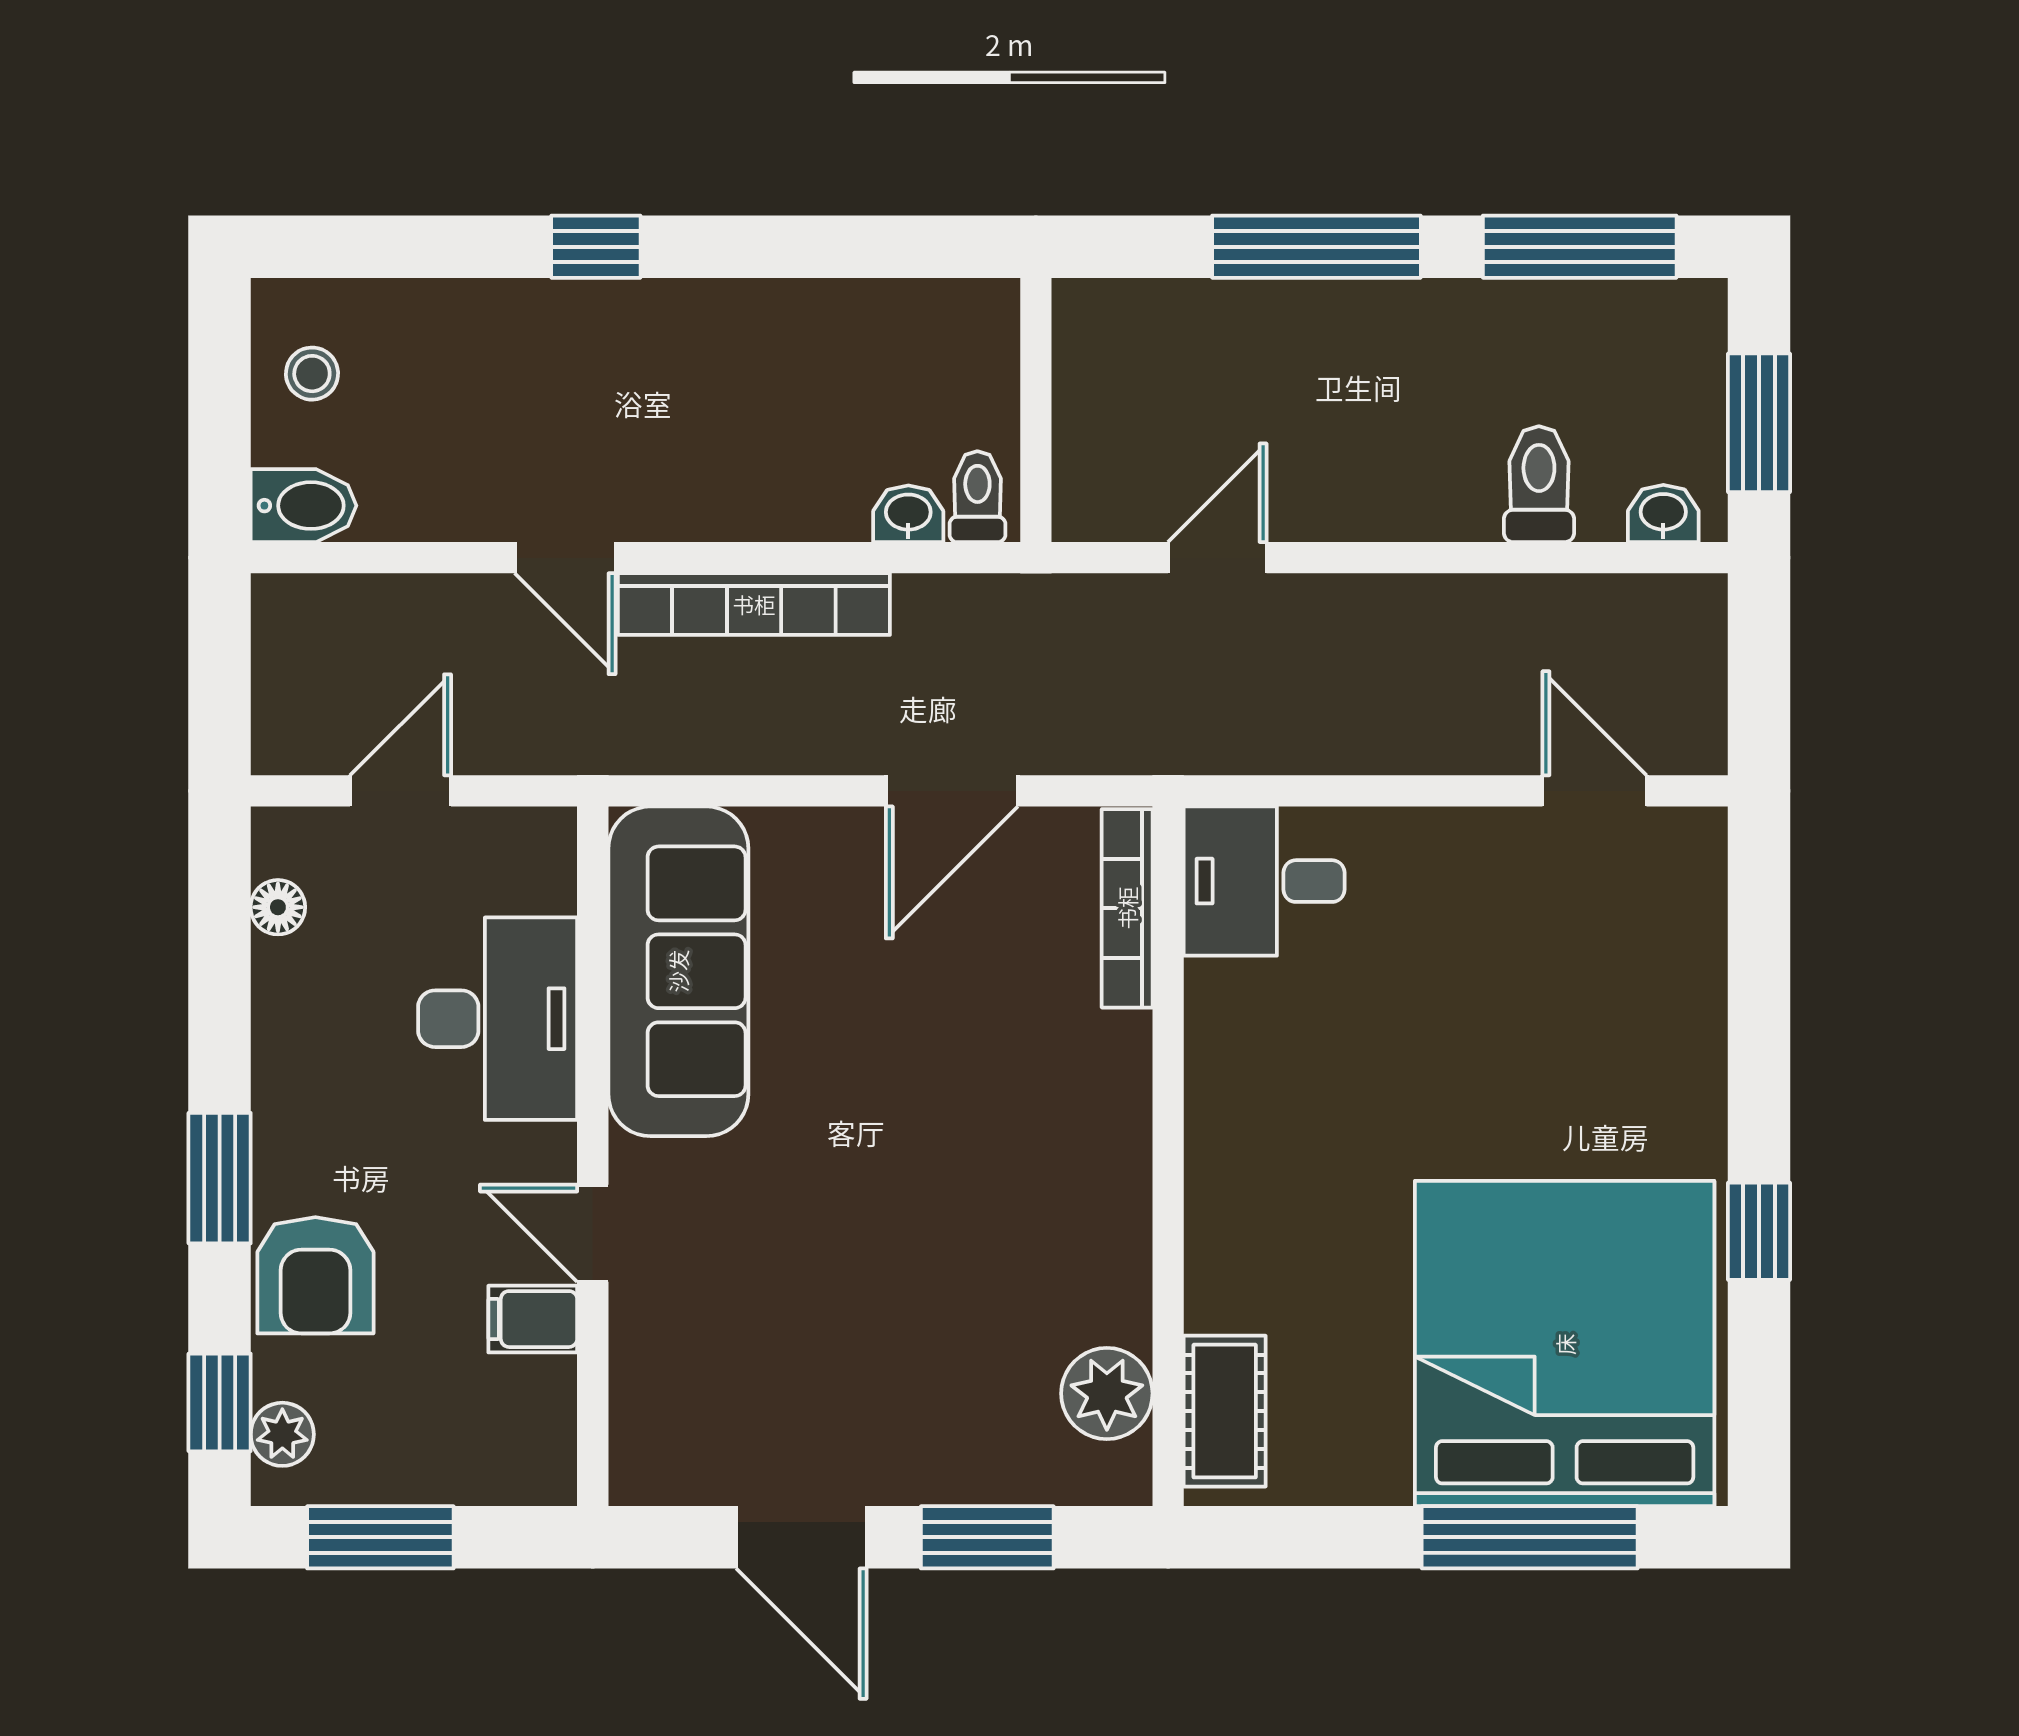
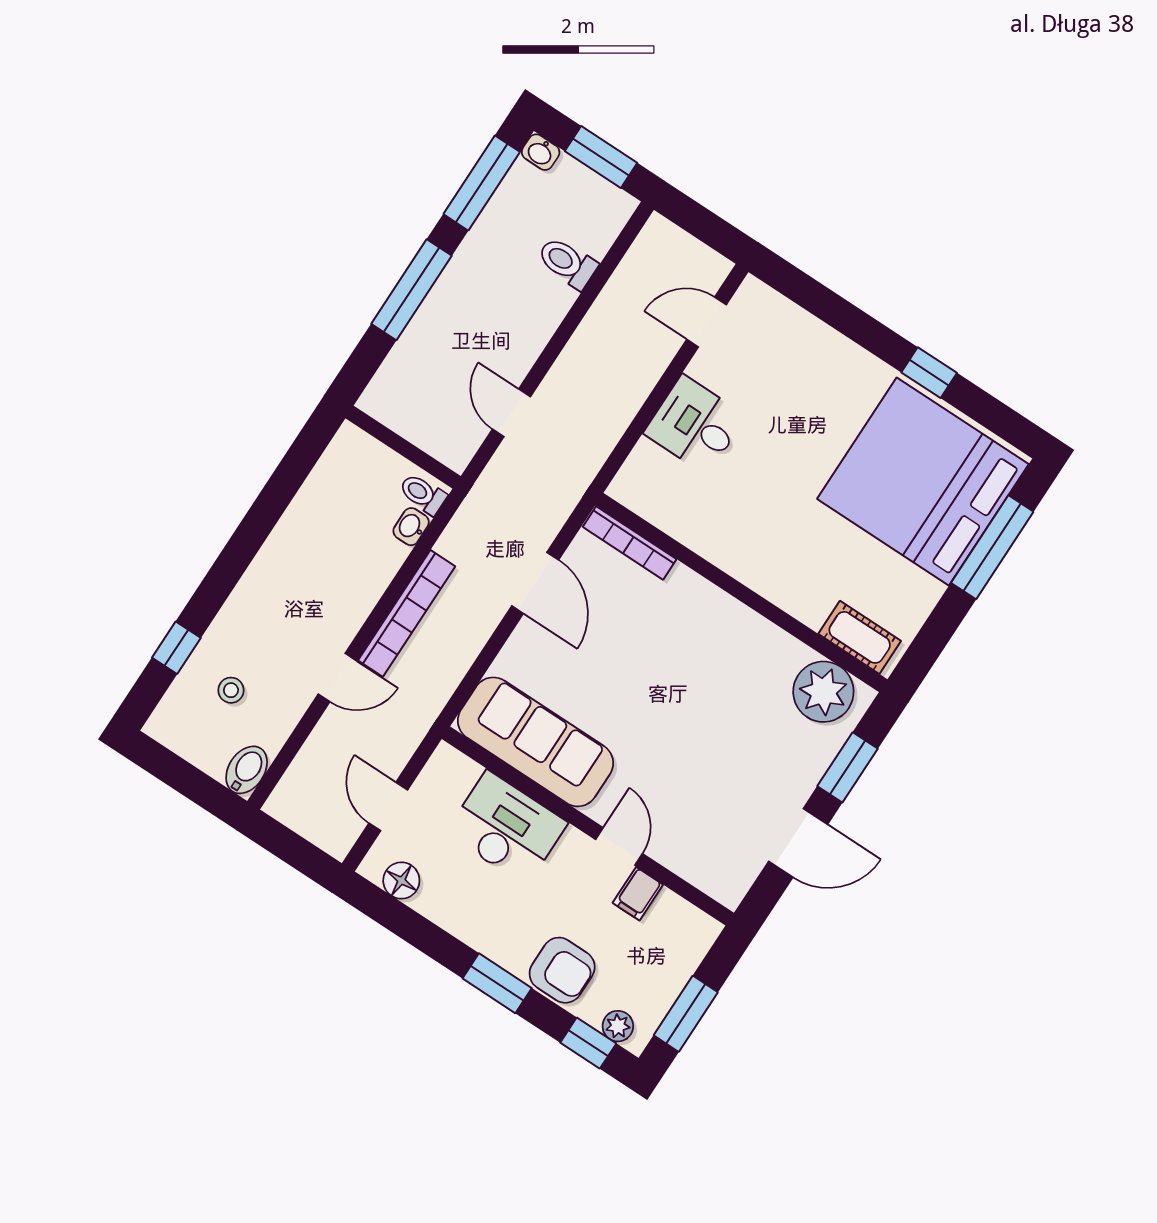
window: (596, 247) -> (176, 648), moved
stool: (312, 374) -> (231, 690), moved
washbasin: (1663, 513) -> (541, 152), moved, turned -90
desk: (1264, 881) -> (695, 425), moved, turned 90
floor lamp: (278, 907) -> (401, 881), width x1.37, depth x1.37
door: (593, 1233) -> (619, 846), swing flipped
plant: (1107, 1393) -> (823, 692), width x1.36, depth x1.36

